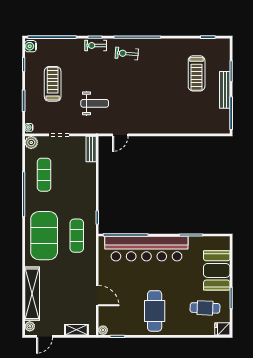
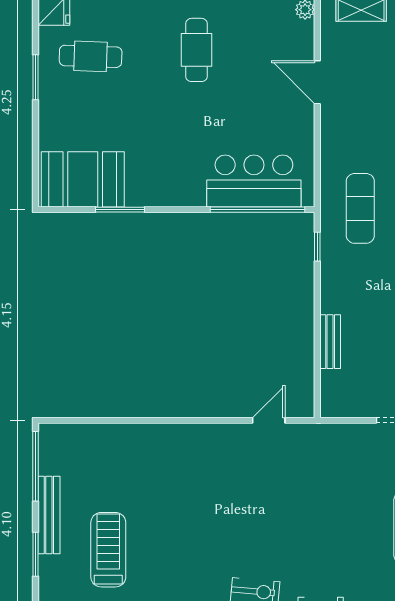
weight bench: (95, 103) -> (323, 487), removed
bench: (91, 149) -> (330, 342), moved
bar counter: (146, 249) -> (254, 181), width x0.54
booth: (217, 270) -> (83, 179), moved, turned 90
cafe table: (155, 311) -> (196, 50), width x0.73, depth x0.74

